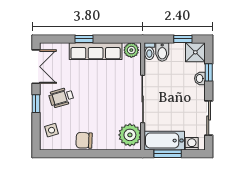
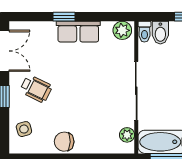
row of seats: (96, 51) -> (78, 32), width x0.68
wheelchair: (61, 97) -> (36, 89), turned -138
plant: (130, 135) -> (127, 135), width x0.53, depth x0.53

